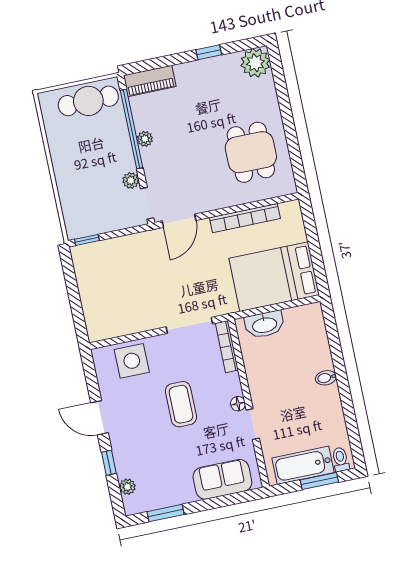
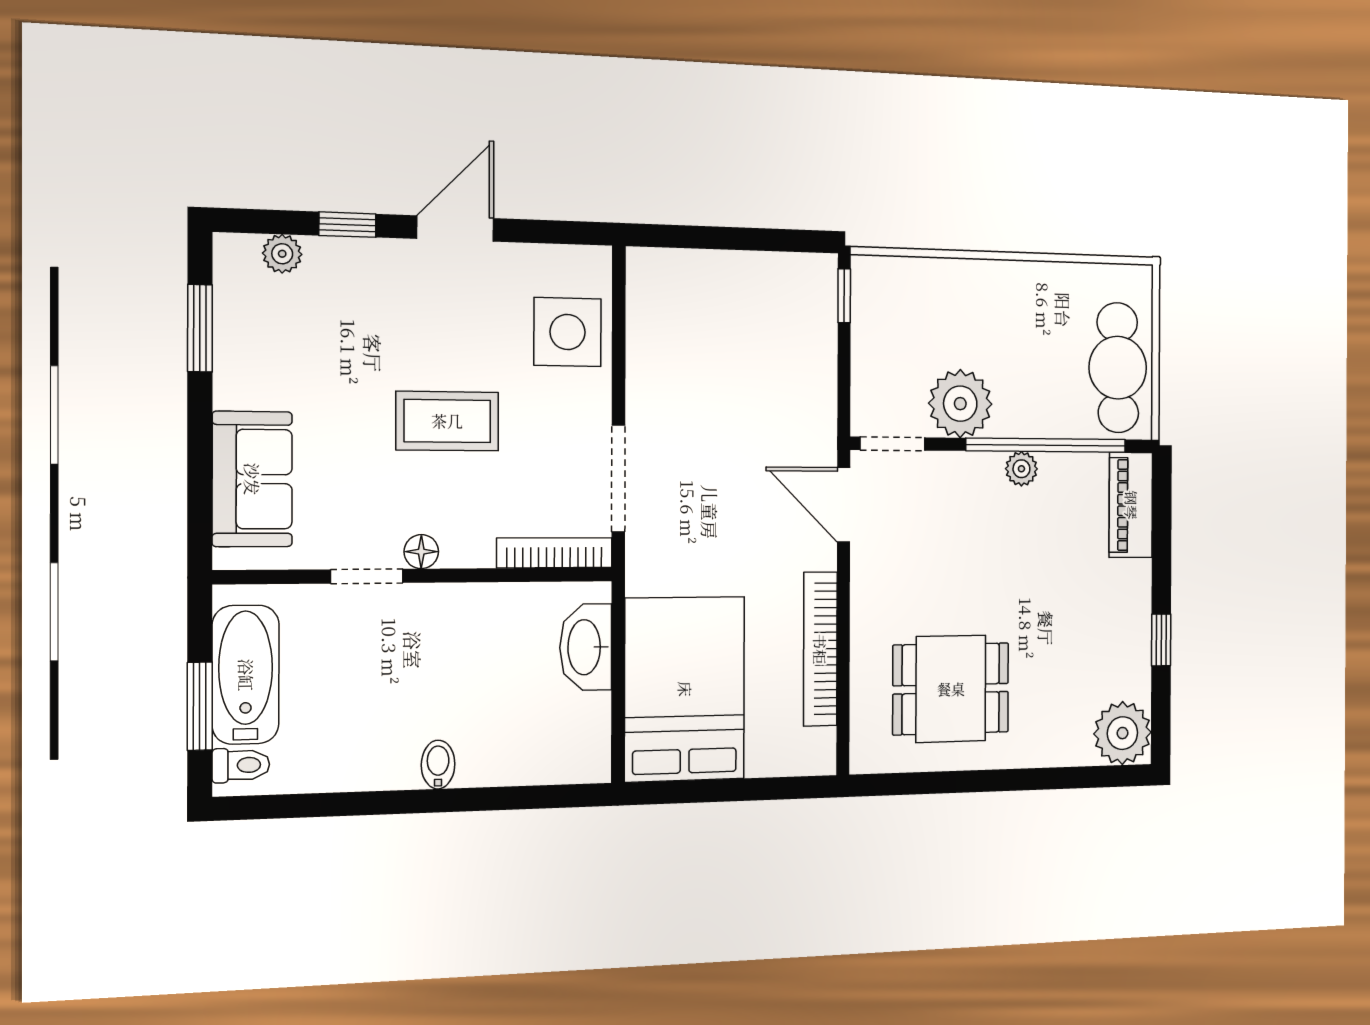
plant: (131, 181) -> (960, 404), width x1.87, depth x1.87

